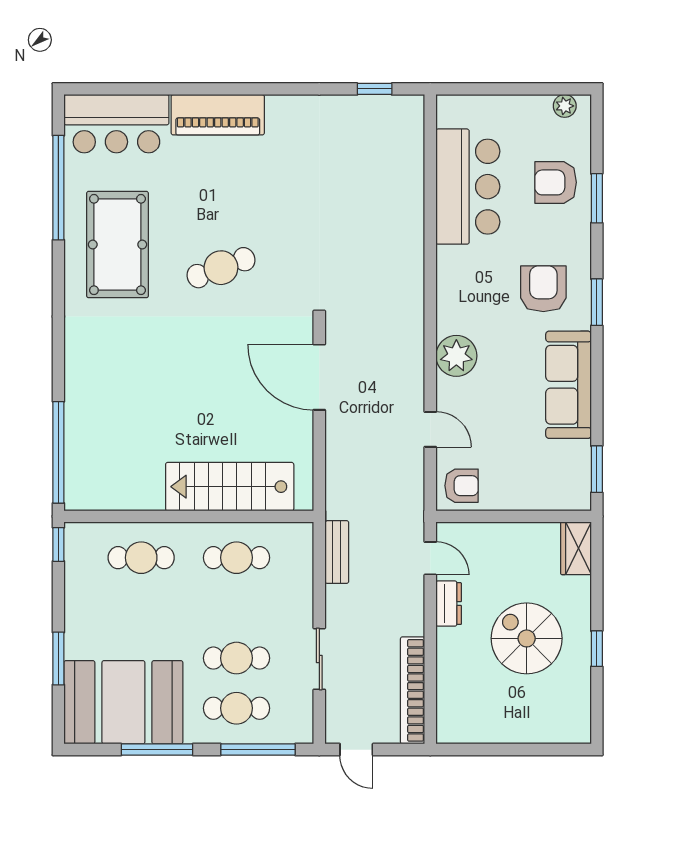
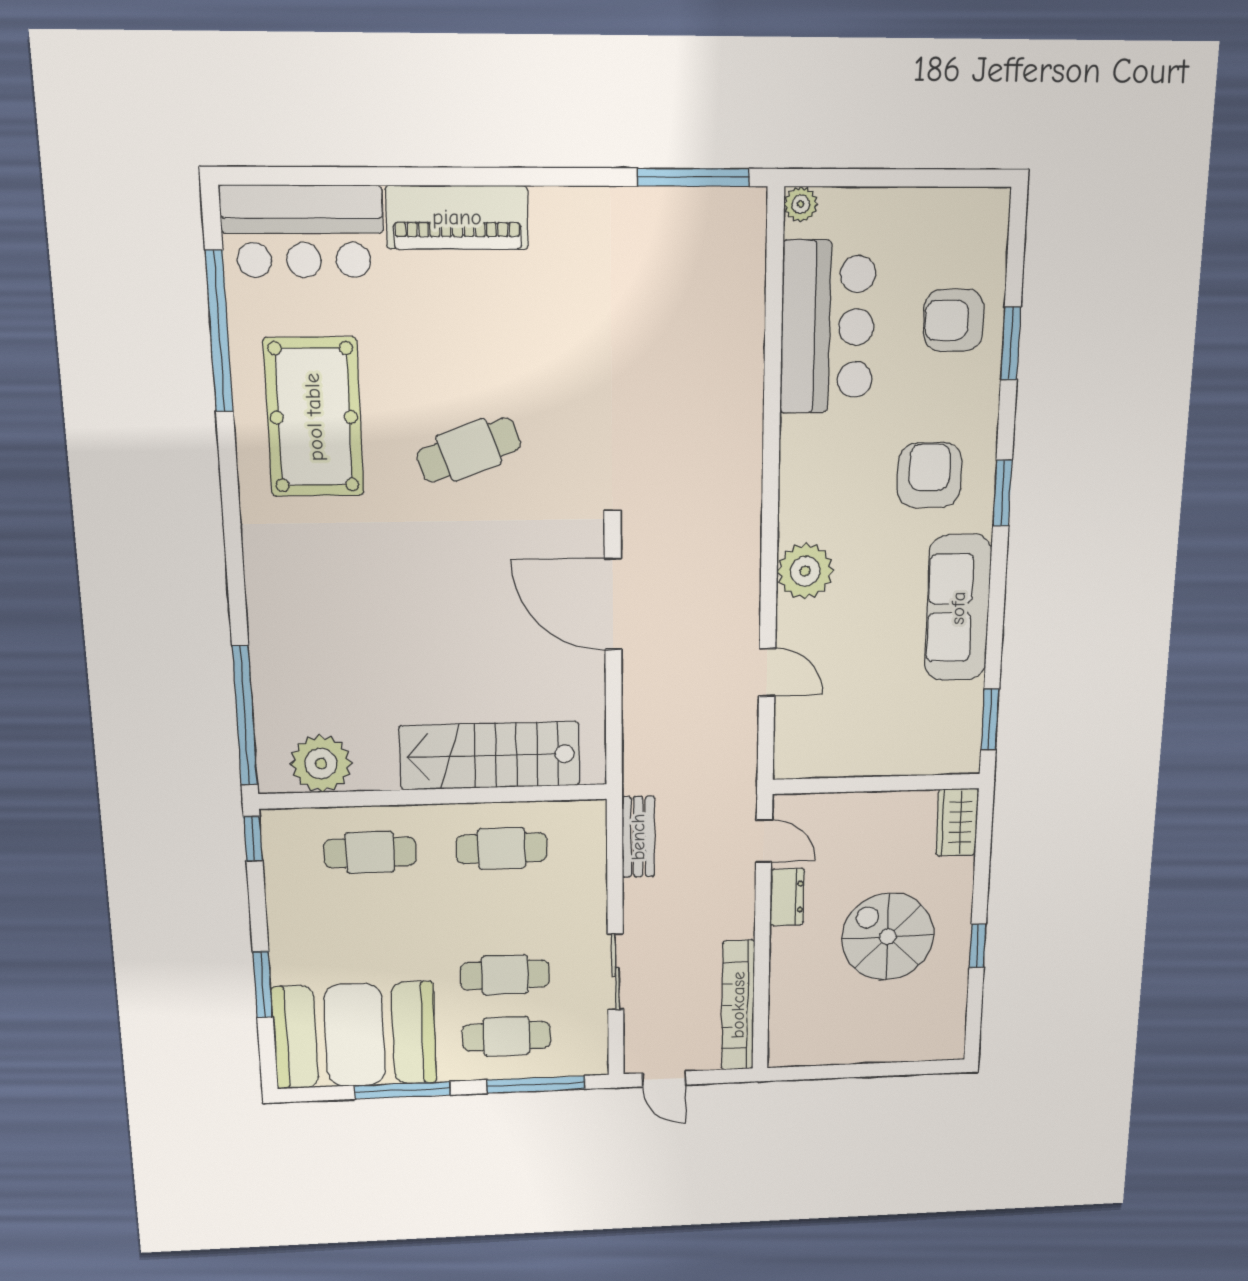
window: (375, 89) -> (693, 177), width x2.17
plant: (565, 106) -> (801, 204), moved
armchair: (462, 486) -> (808, 746), removed
plant: (109, 489) -> (321, 763), added

